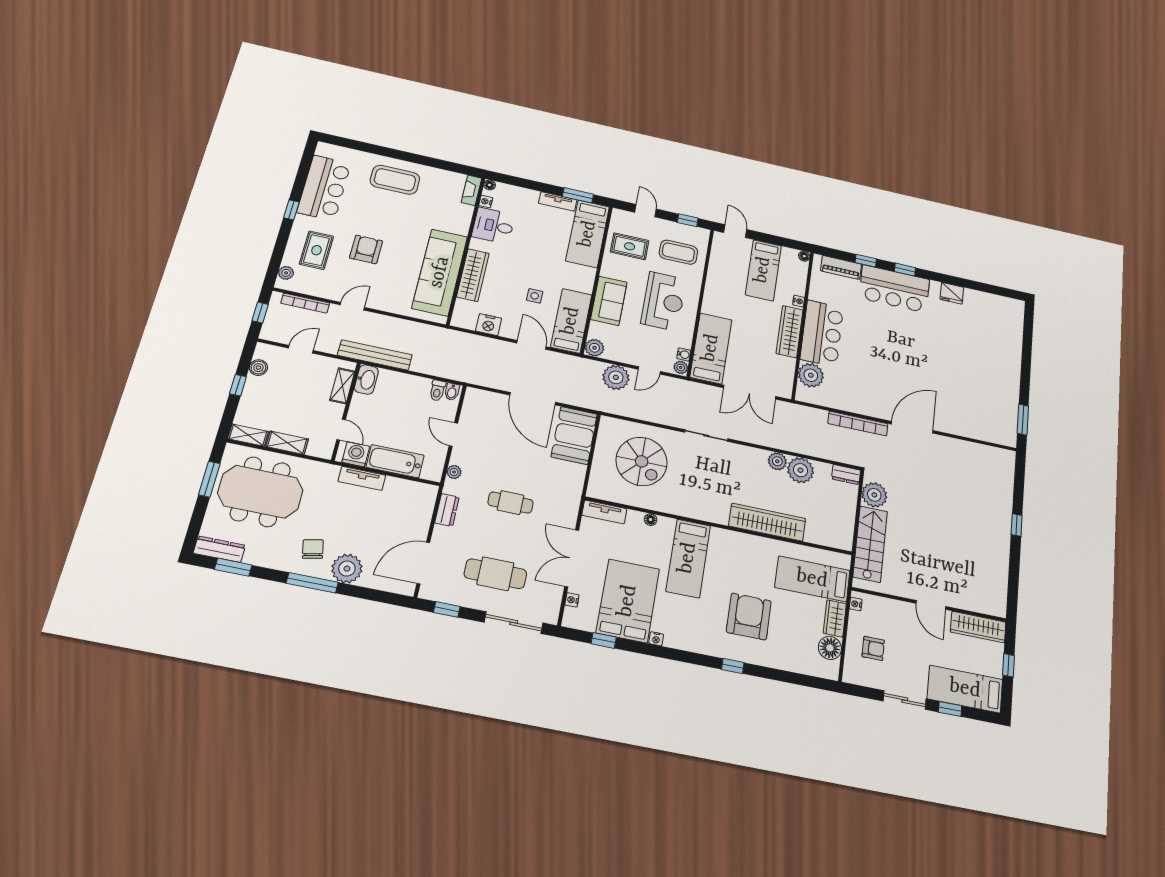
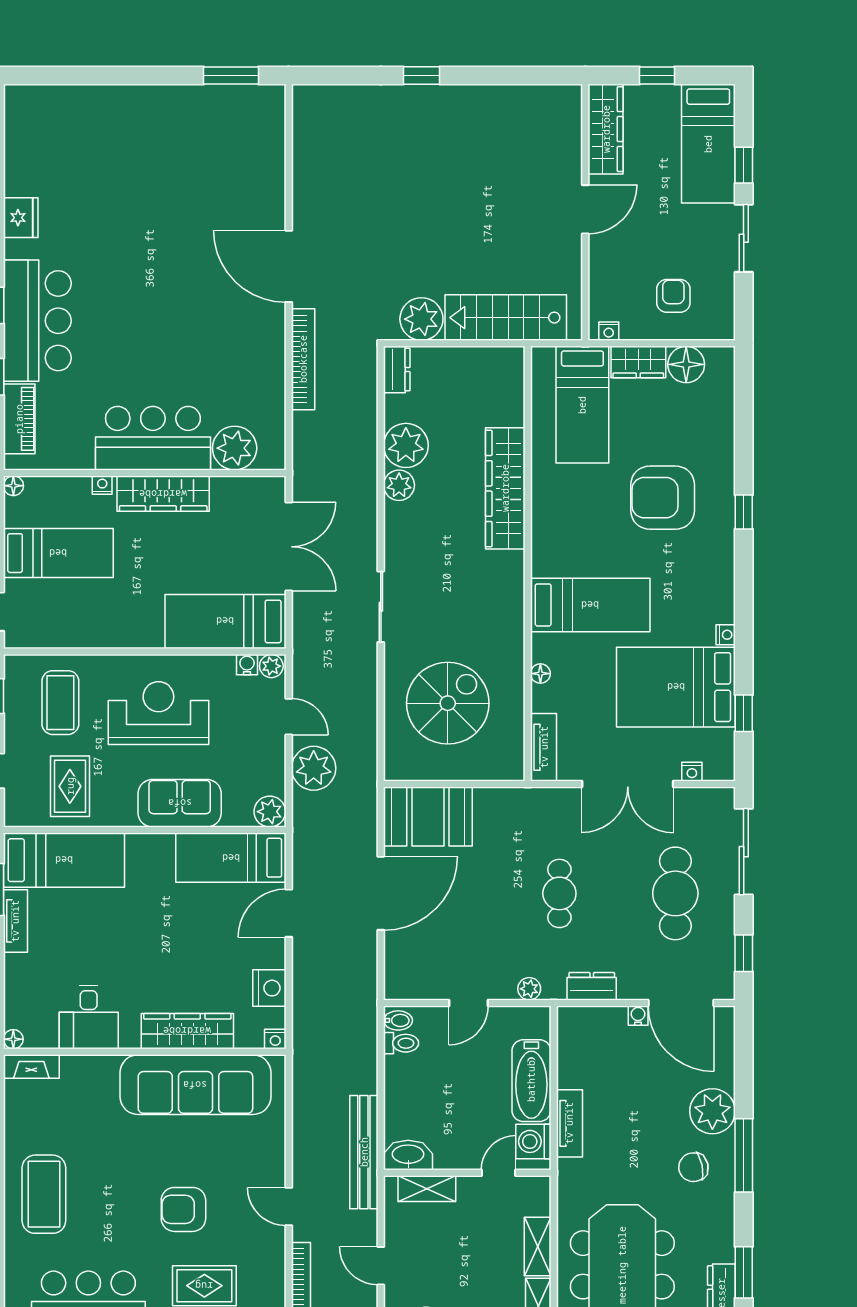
nightstand: (486, 202) -> (275, 1039), moved
side table: (535, 296) -> (200, 925), removed
water cooler: (421, 535) -> (638, 1016), added

